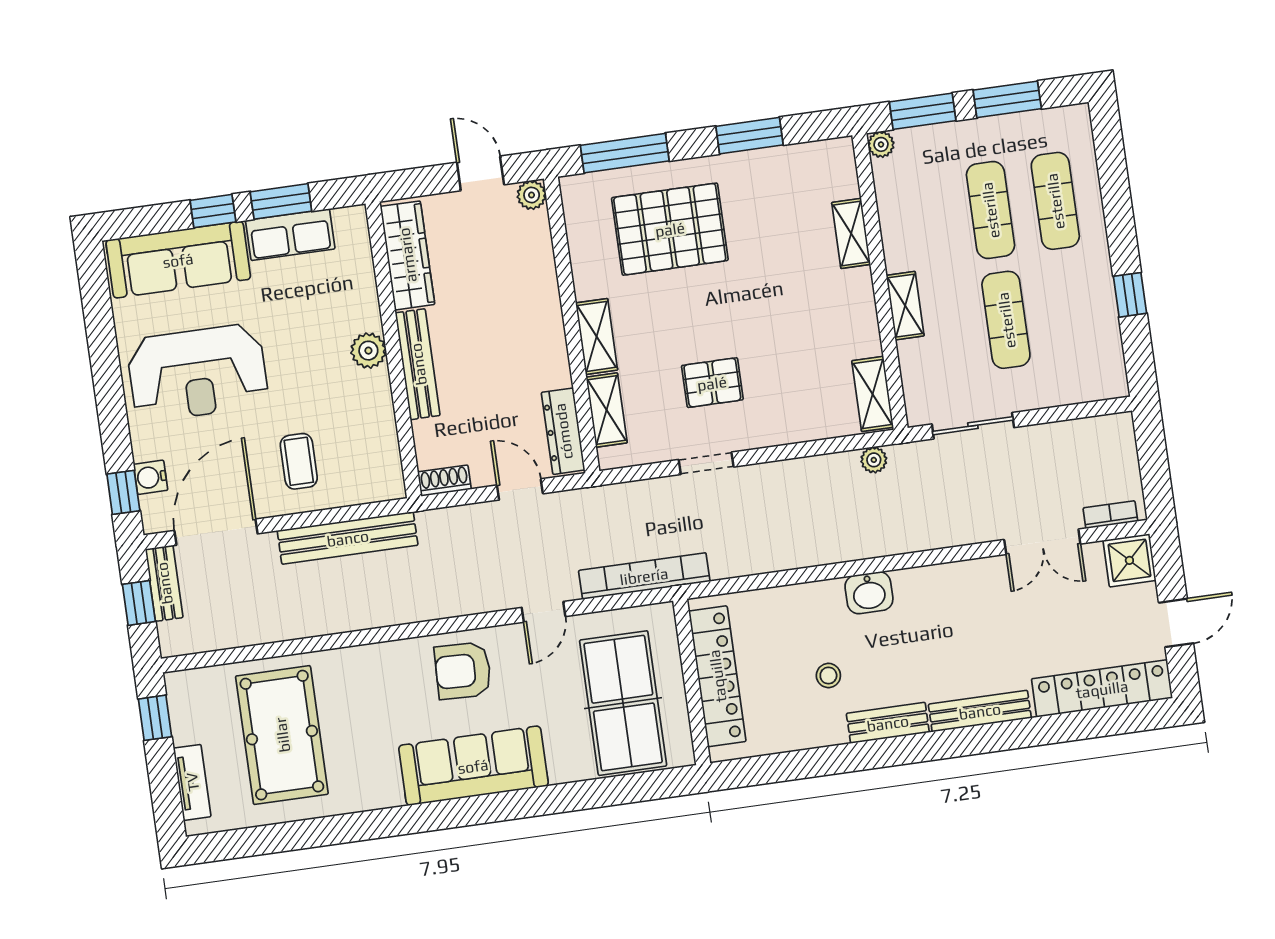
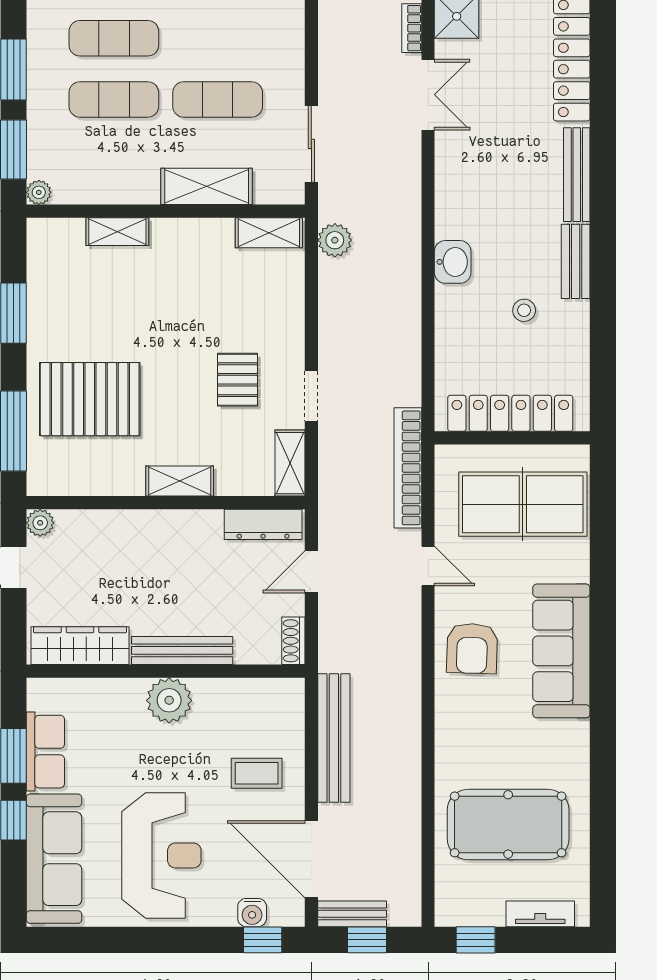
pallet: (670, 229) -> (90, 399), turned 90
shelving: (905, 306) -> (207, 186), width x1.50, depth x1.33
plant: (368, 351) -> (169, 700), width x1.36, depth x1.36
shelving: (607, 410) -> (290, 463), moved, turned 90
plant: (874, 460) -> (335, 240), width x1.38, depth x1.38

